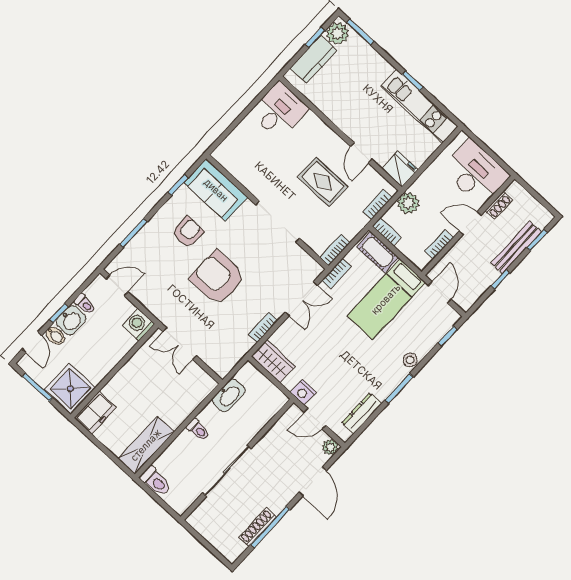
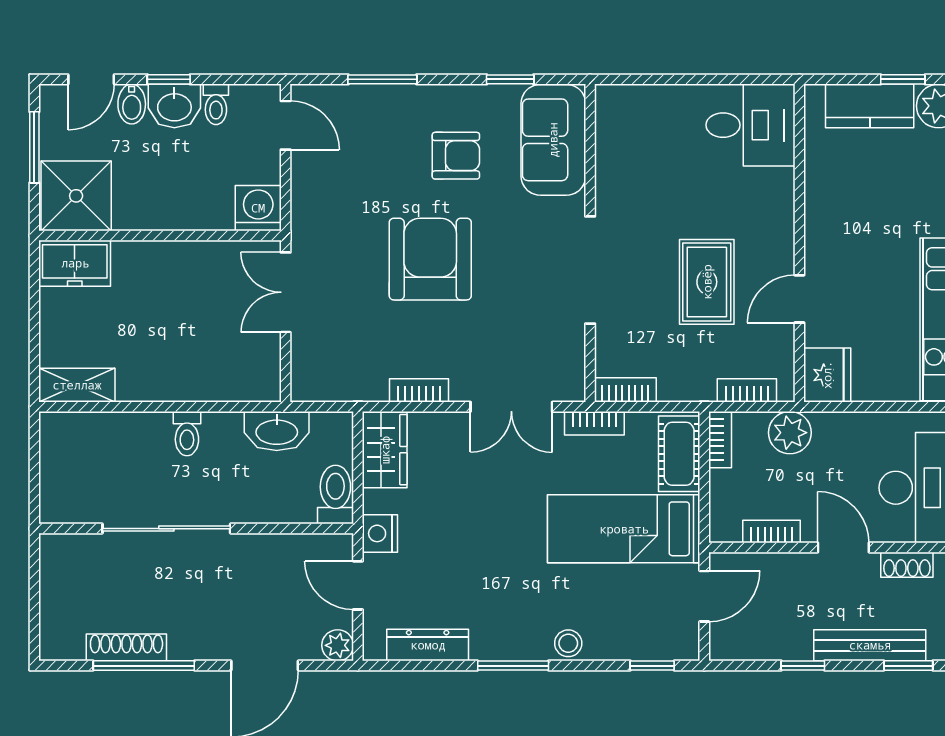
shelving: (146, 445) -> (77, 385), width x0.67, depth x0.75
toilet: (156, 481) -> (335, 494), moved, turned 180

